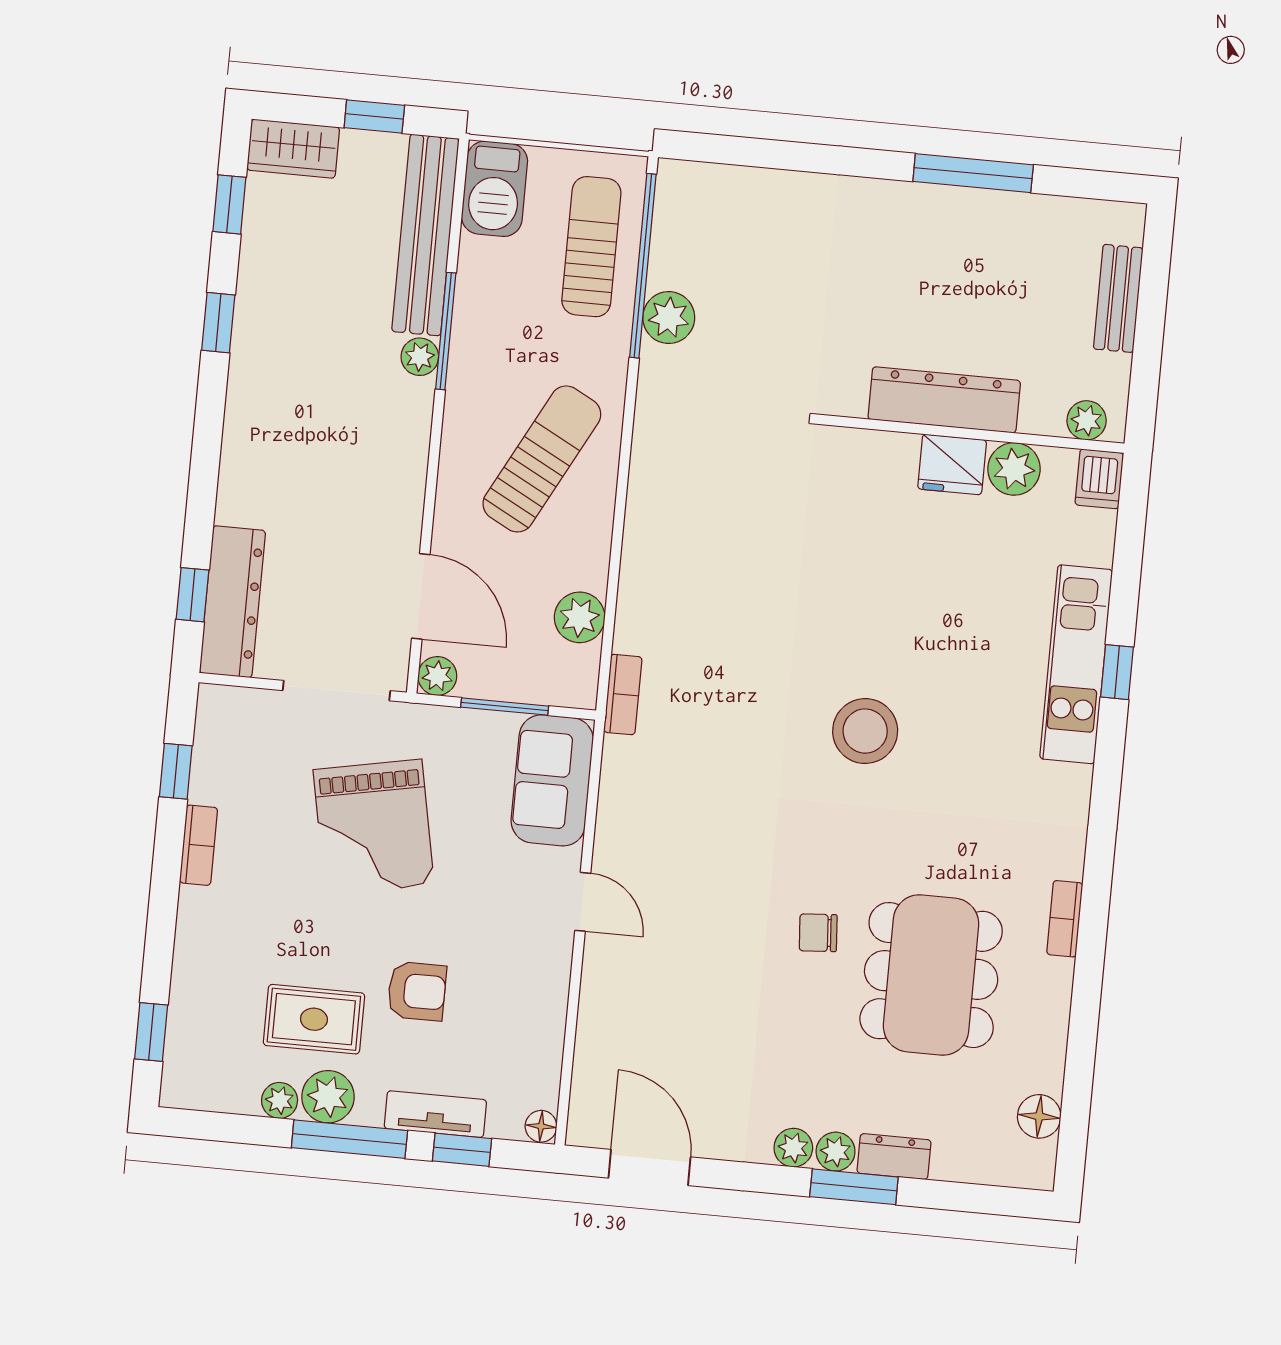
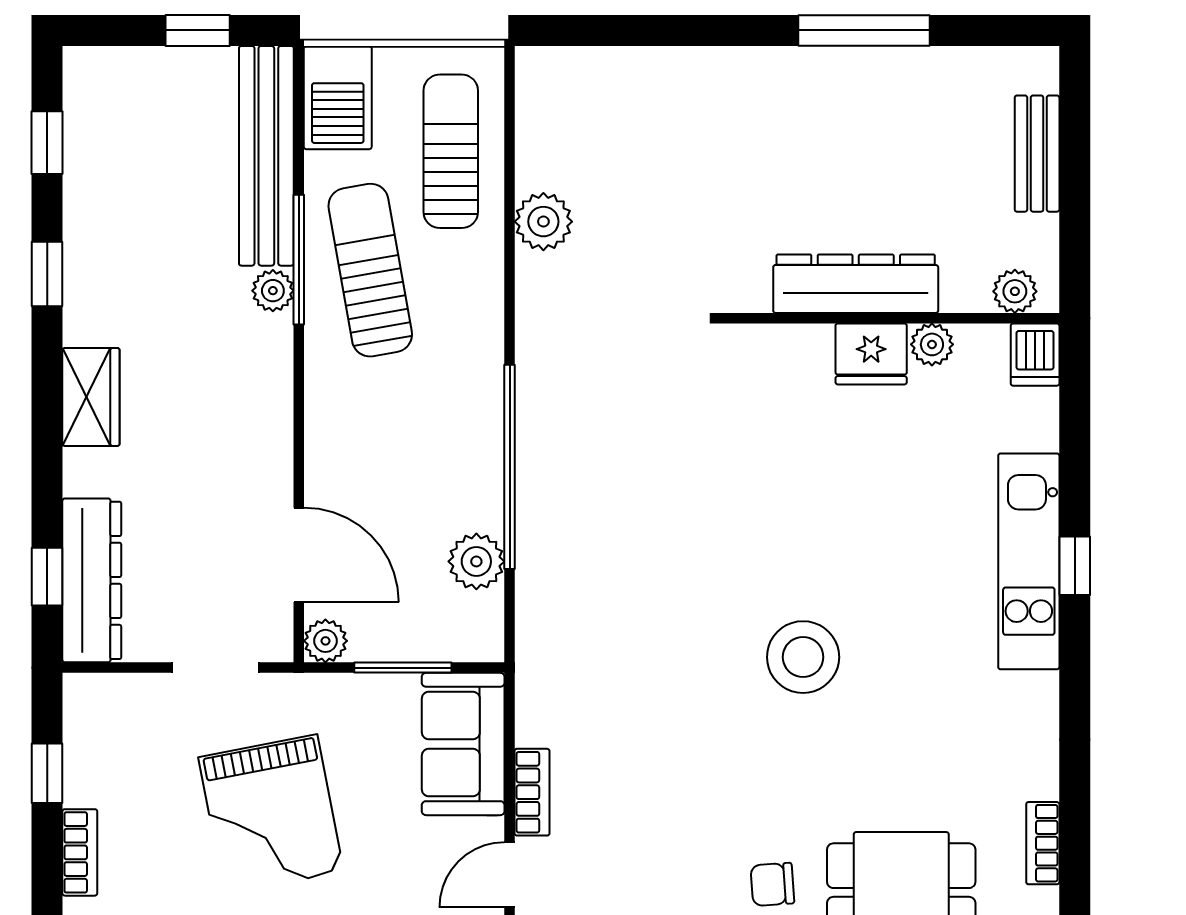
wardrobe: (293, 149) -> (91, 397), moved, turned -90
window: (643, 266) -> (510, 467), moved
sun lounger: (542, 459) -> (370, 270), moved, turned -38
plant: (1014, 469) -> (932, 344), width x0.73, depth x0.73
doorway: (336, 691) -> (216, 668), width x0.73
bookcase: (623, 695) -> (532, 792), moved
door: (583, 902) -> (510, 875), swing flipped

